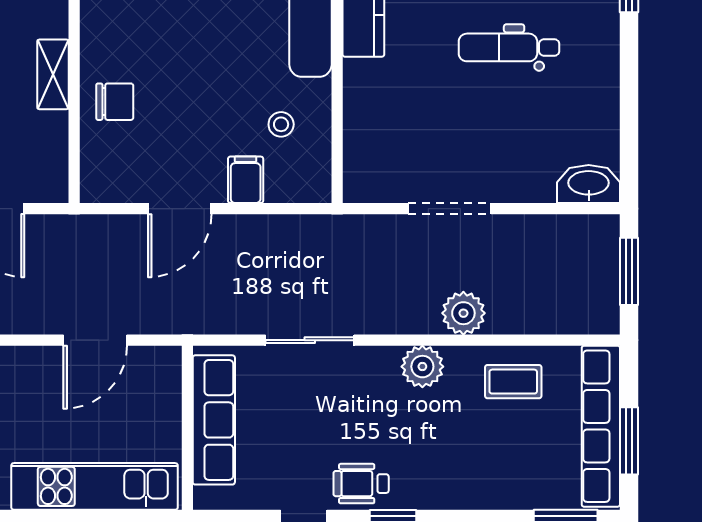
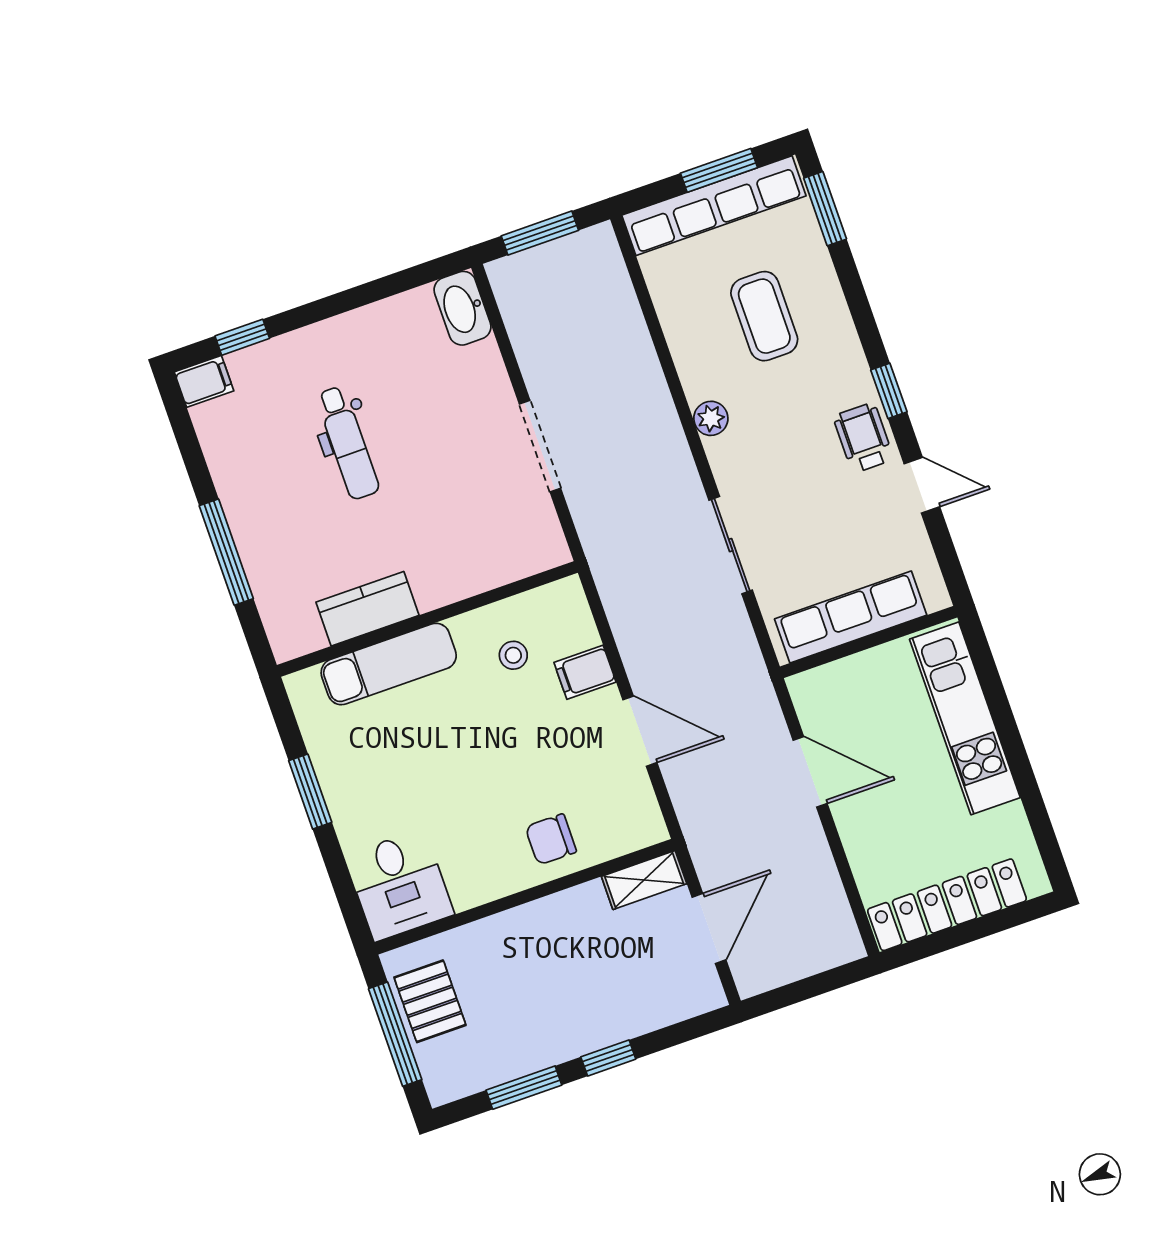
shelving: (53, 74) -> (644, 880), moved
chair: (115, 102) -> (551, 839), turned -90
plant: (463, 313) -> (645, 393), removed
plant: (422, 367) -> (711, 418), width x0.73, depth x0.73
coffee table: (513, 382) -> (764, 316), moved, width x1.36, depth x1.30
wheelchair: (361, 484) -> (863, 438), turned 180

